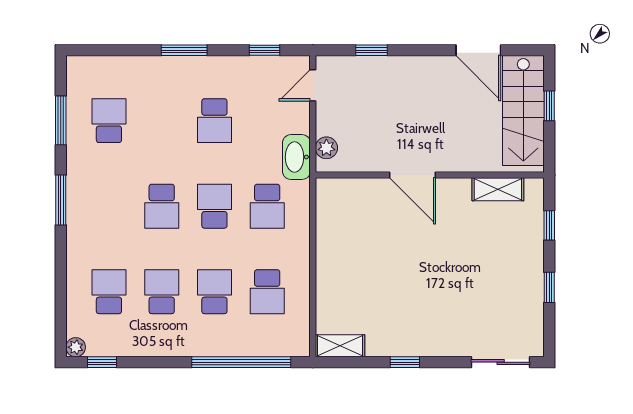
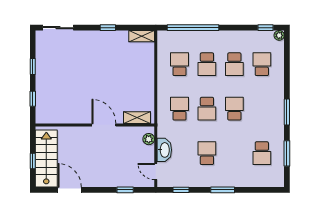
door: (313, 85) -> (156, 172), swing flipped
washbasin: (296, 157) -> (164, 150), moved
shelving: (498, 189) -> (137, 118), moved
school desk: (109, 292) -> (262, 64), turned 180

